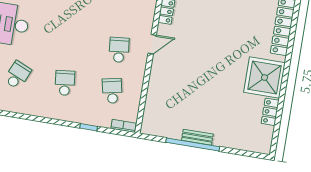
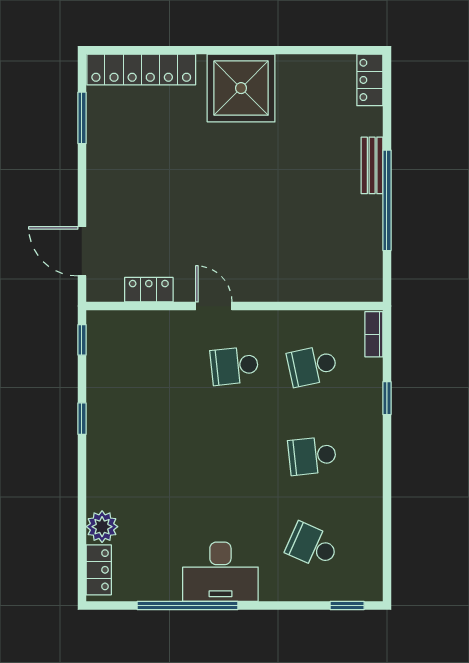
locker: (270, 112) -> (370, 80), moved, turned 90
bench: (197, 137) -> (372, 165), moved

